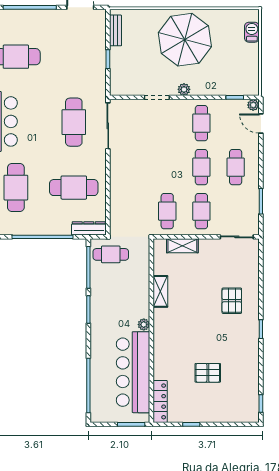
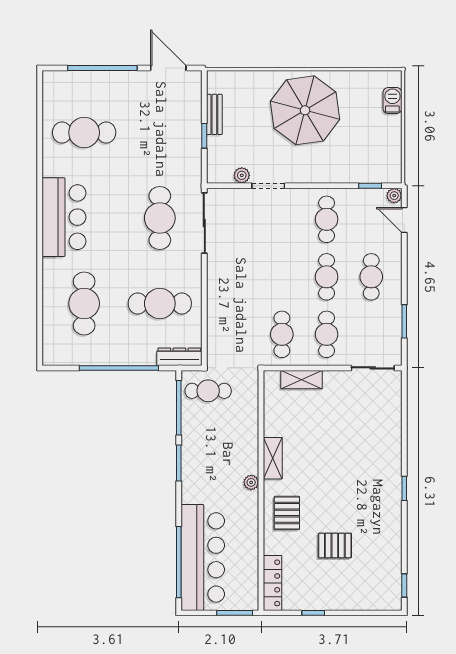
bench: (116, 30) -> (214, 114), moved
plant: (184, 89) -> (242, 175), moved
shelving: (160, 291) -> (273, 458), moved
pallet: (232, 301) -> (287, 513), moved
bar counter: (133, 372) -> (203, 557), moved, turned 180

